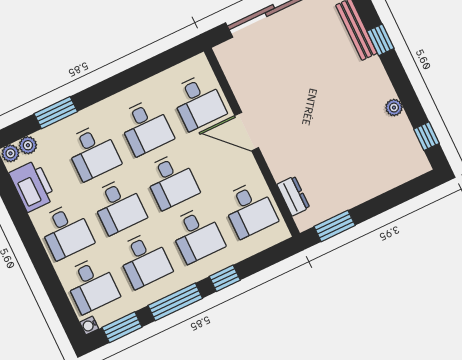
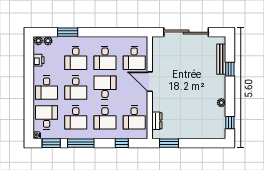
desk: (171, 181) -> (105, 88), turned 180
printer: (32, 186) -> (39, 60), width x0.53, depth x0.68
window: (225, 278) -> (122, 143), moved
desk: (91, 285) -> (47, 117), turned 180

